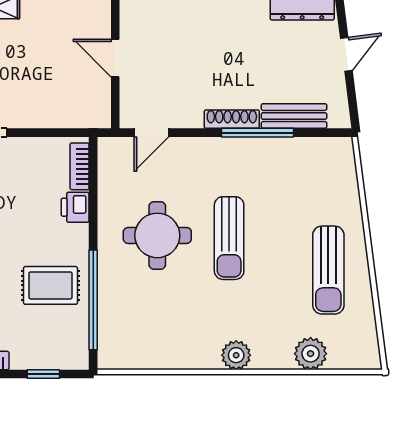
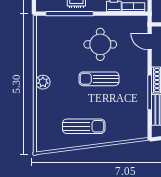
sun lounger: (328, 270) -> (84, 126), turned 180
plant: (311, 354) -> (44, 118), removed

